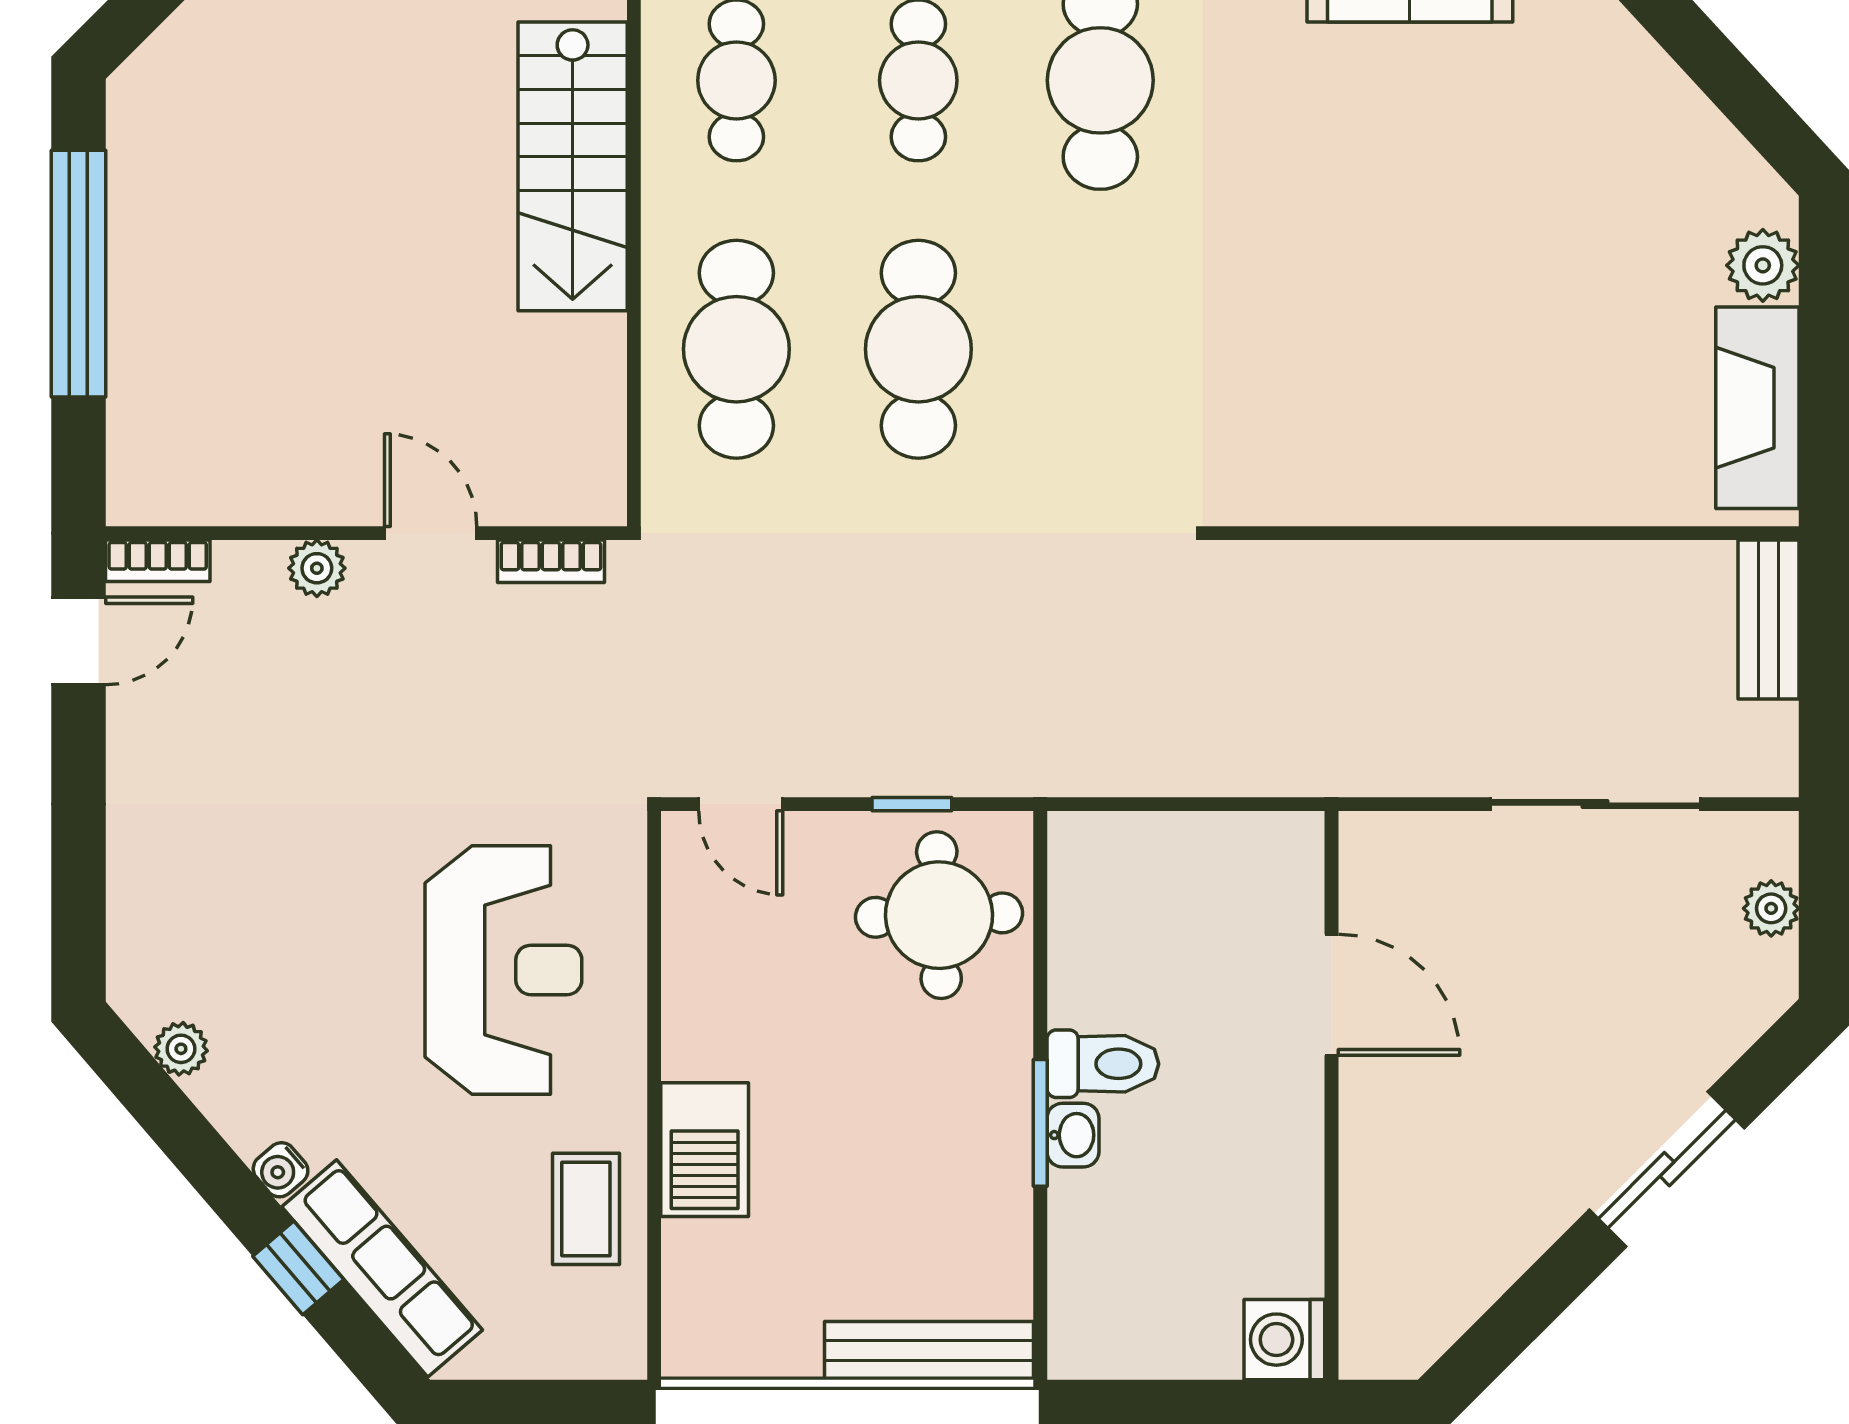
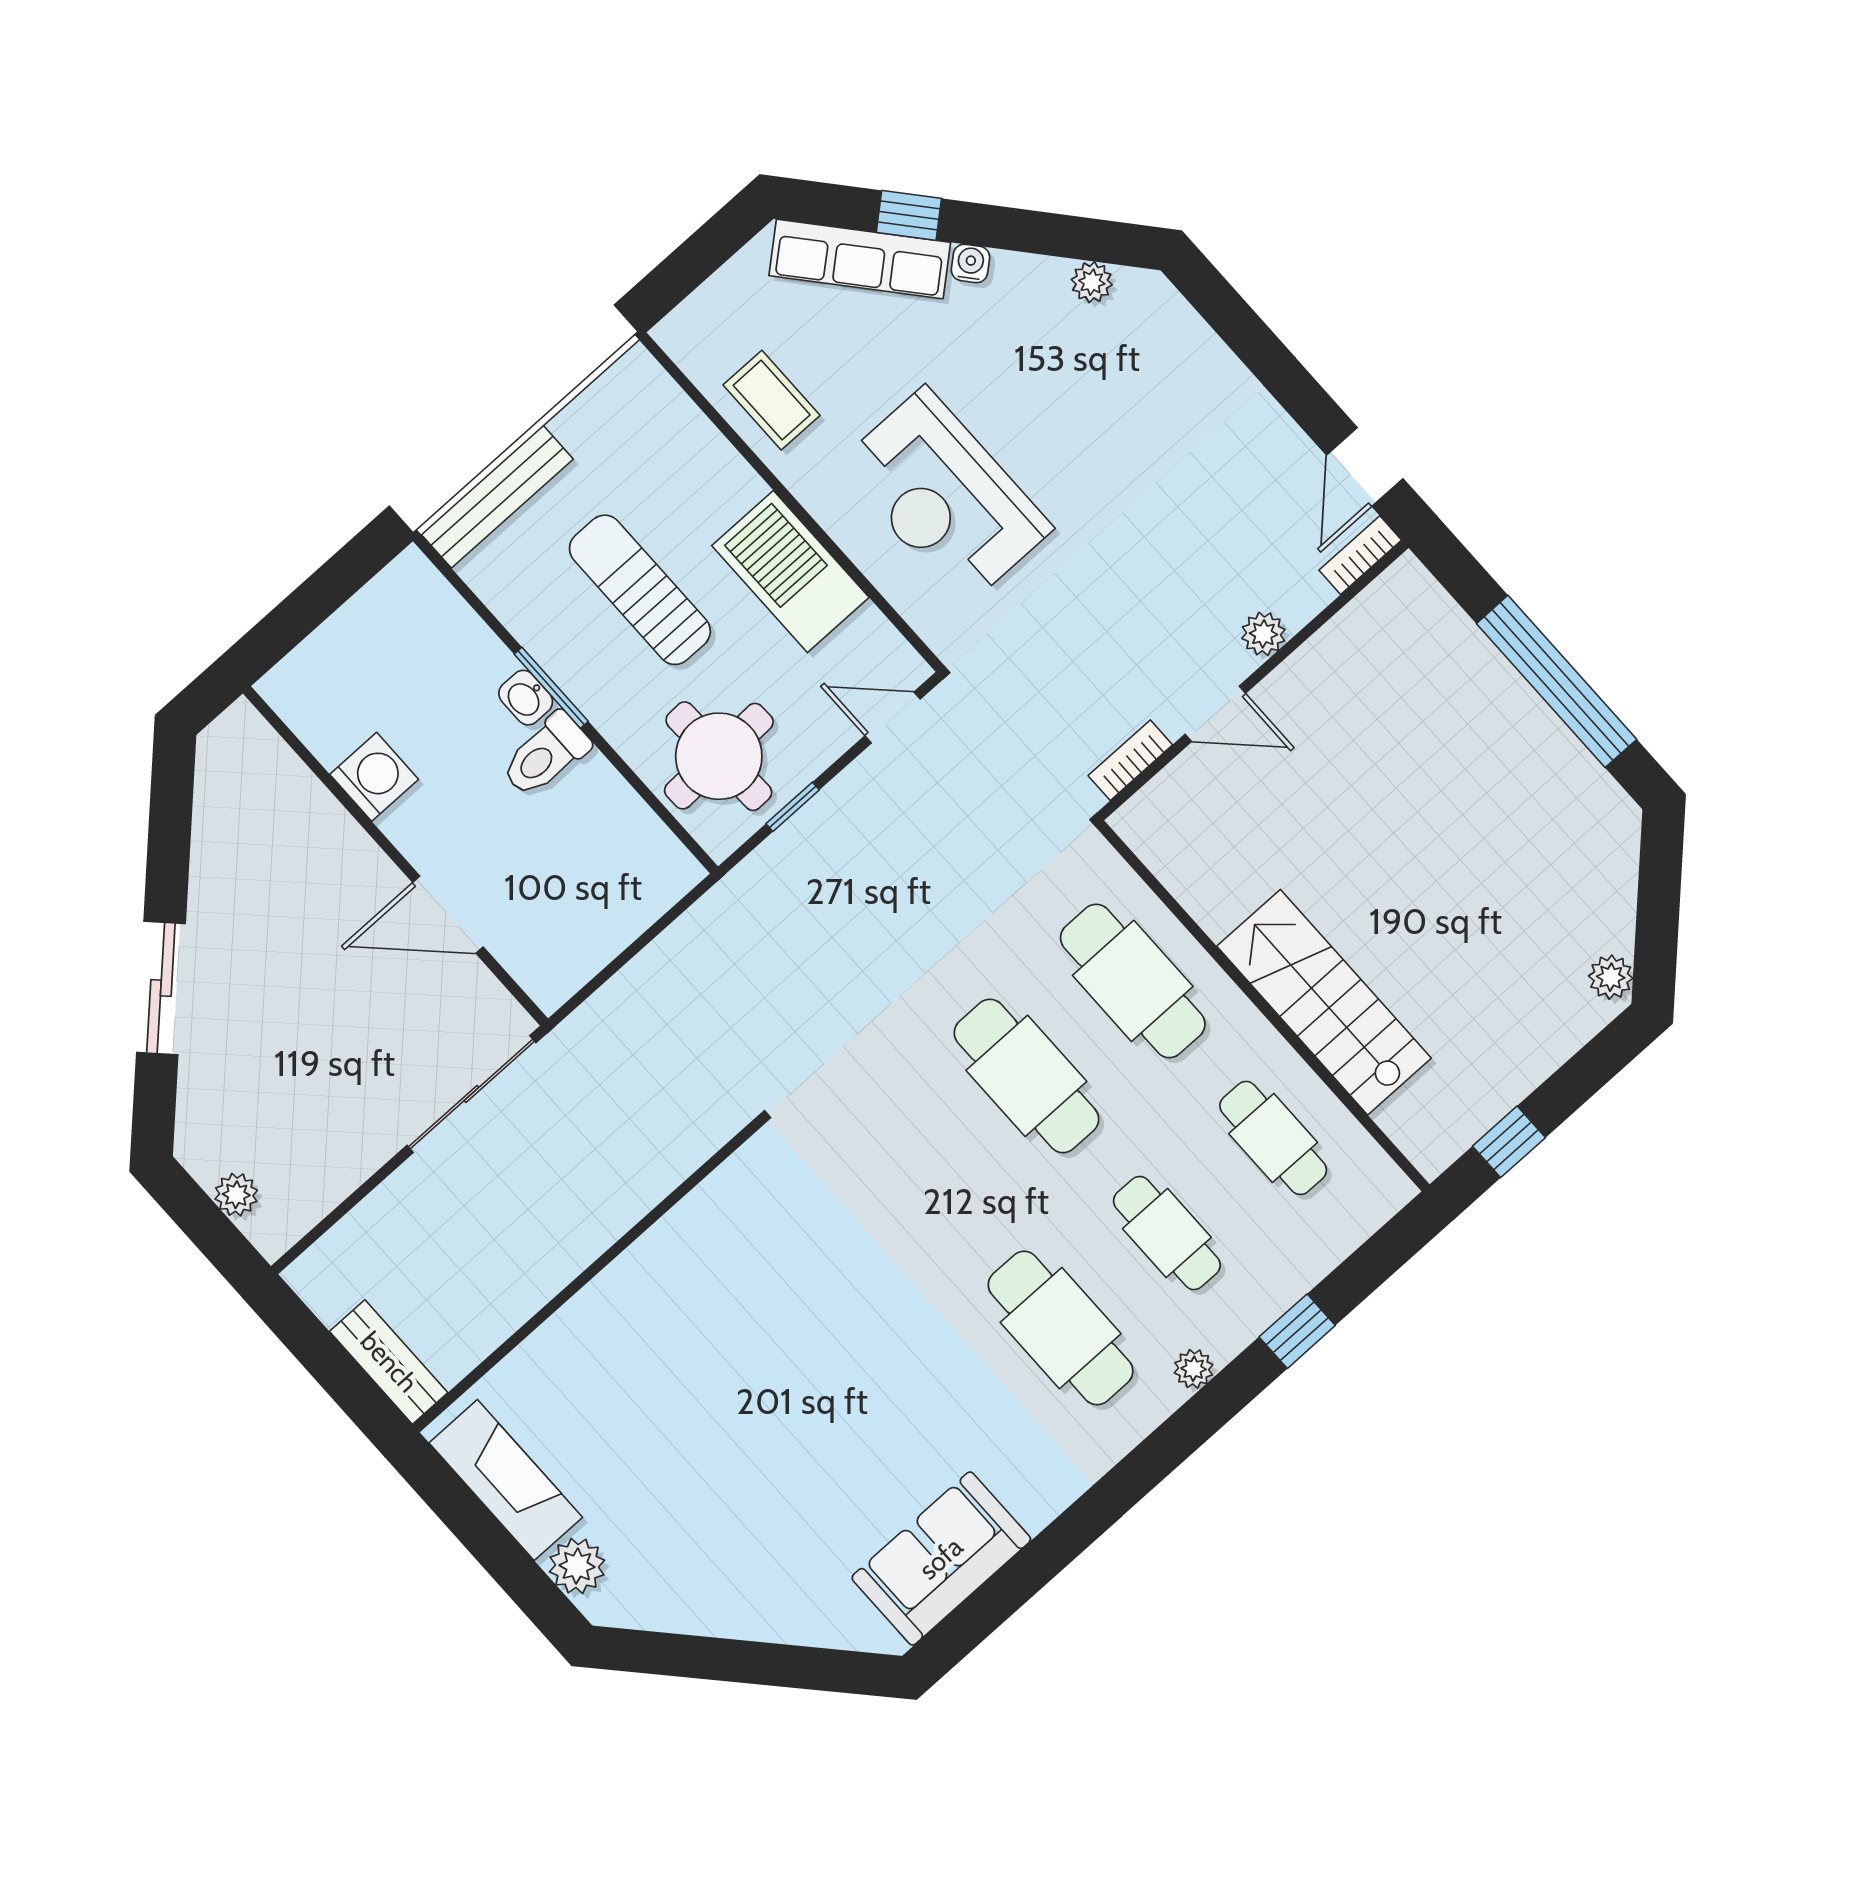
sliding door: (1595, 804) -> (472, 1094), moved
sun lounger: (873, 1140) -> (640, 590), added
barbecue: (705, 1150) -> (790, 571), moved, width x1.37, depth x1.21
washing machine: (1284, 1340) -> (374, 777), moved

